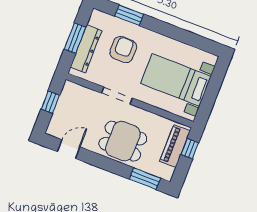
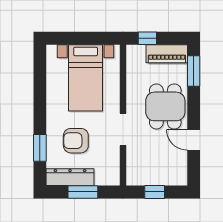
dresser: (86, 49) -> (70, 177), moved
piano: (175, 146) -> (167, 54), moved
door: (69, 149) -> (194, 140), moved

